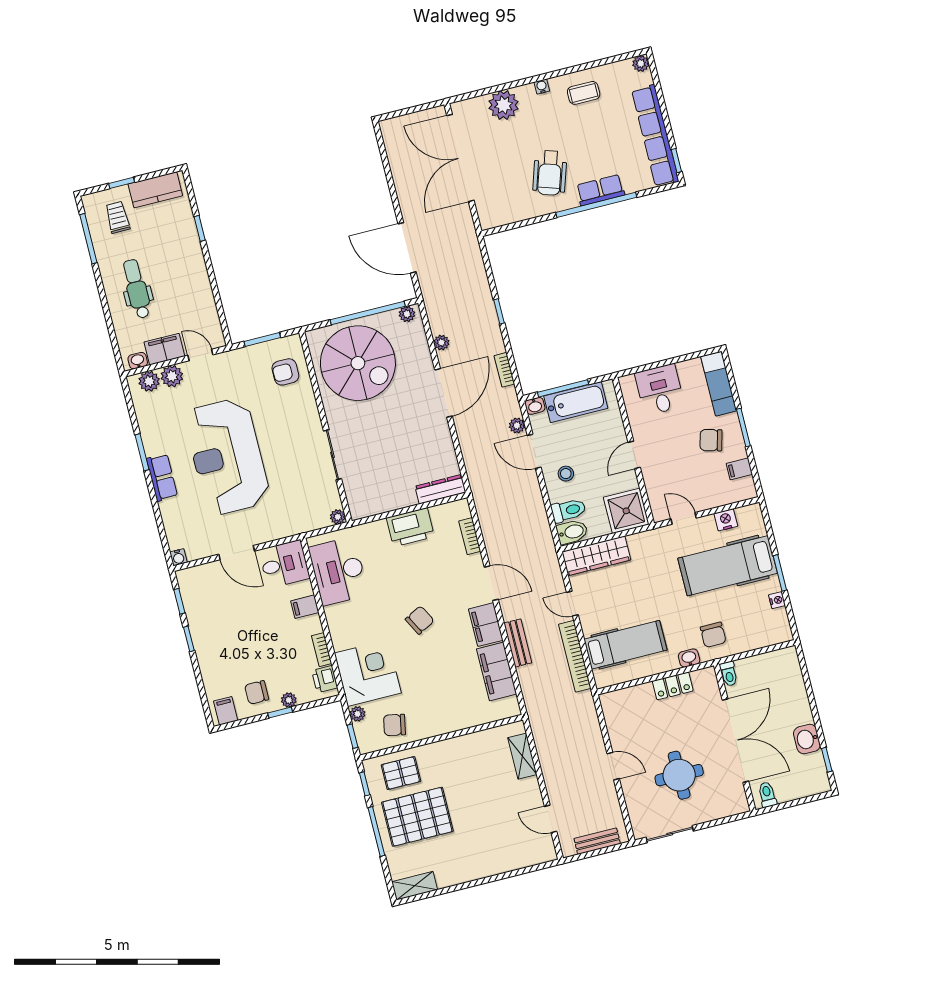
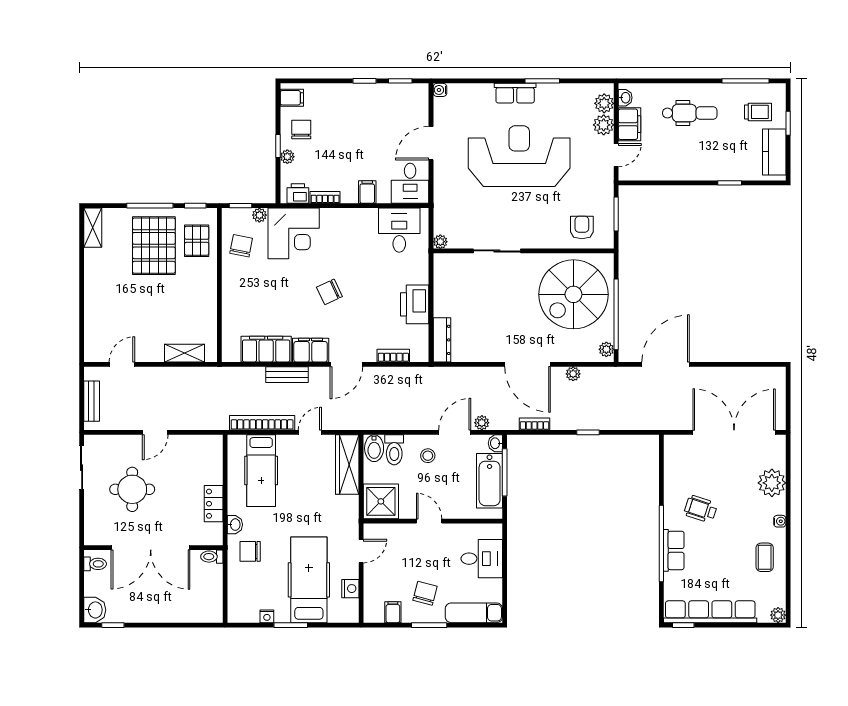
wheelchair: (550, 173) -> (701, 509), width x0.73, depth x0.73
desk: (338, 571) -> (399, 230), width x0.73
chair: (420, 620) -> (329, 292), turned 93
washbasin: (807, 739) -> (95, 610), moved, turned 90

